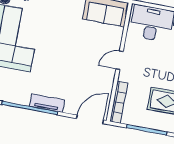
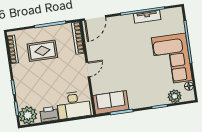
tv unit: (47, 103) -> (147, 17), moved

